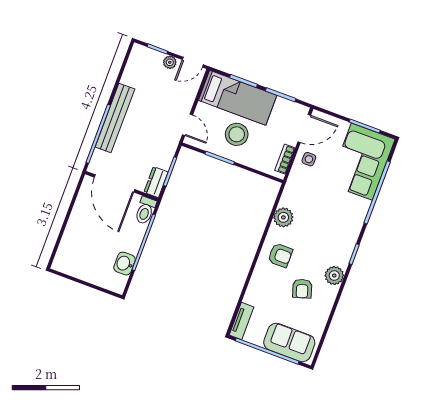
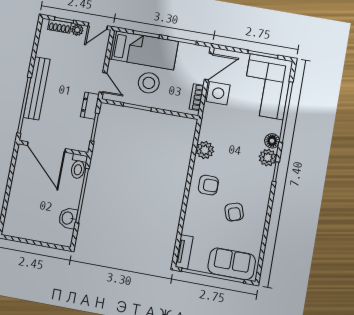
shoe rack: (151, 55) -> (60, 26), added
side table: (309, 159) -> (218, 93), width x1.87, depth x1.87
dresser: (156, 182) -> (90, 106), moved
floor lamp: (356, 221) -> (272, 141), added
plant: (334, 276) -> (268, 158), moved

